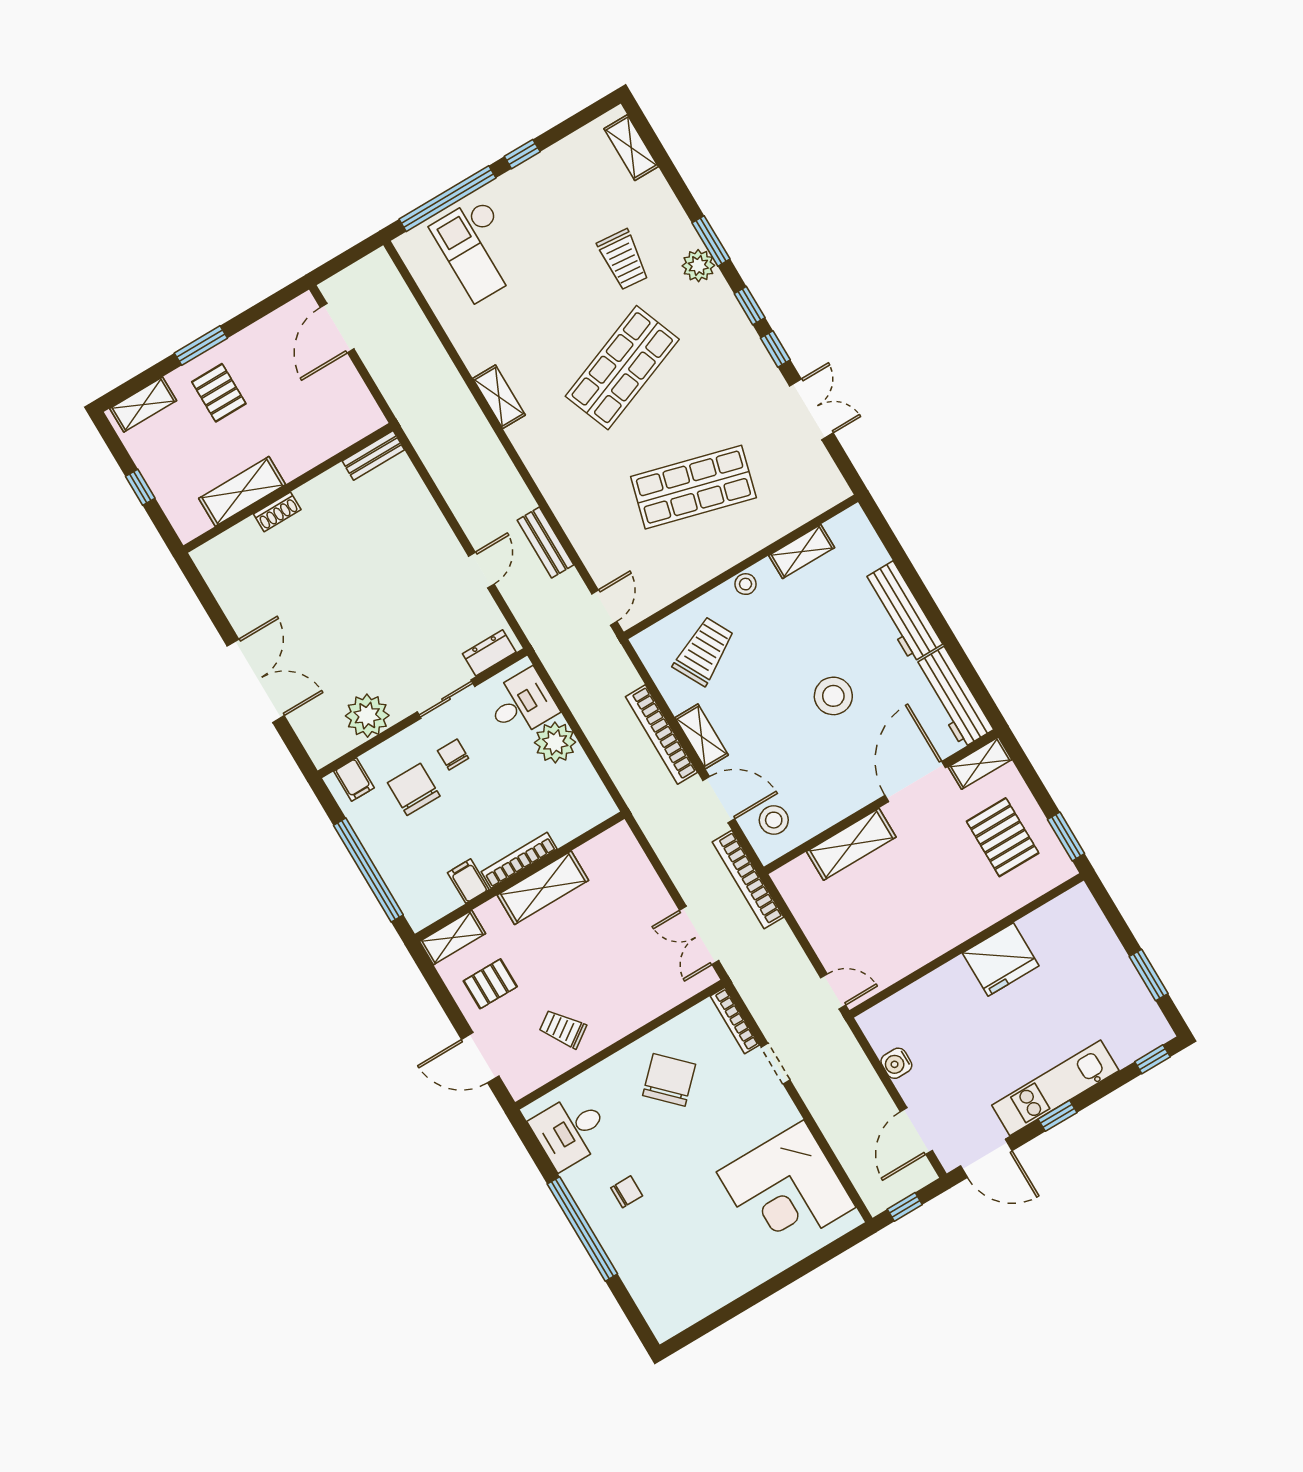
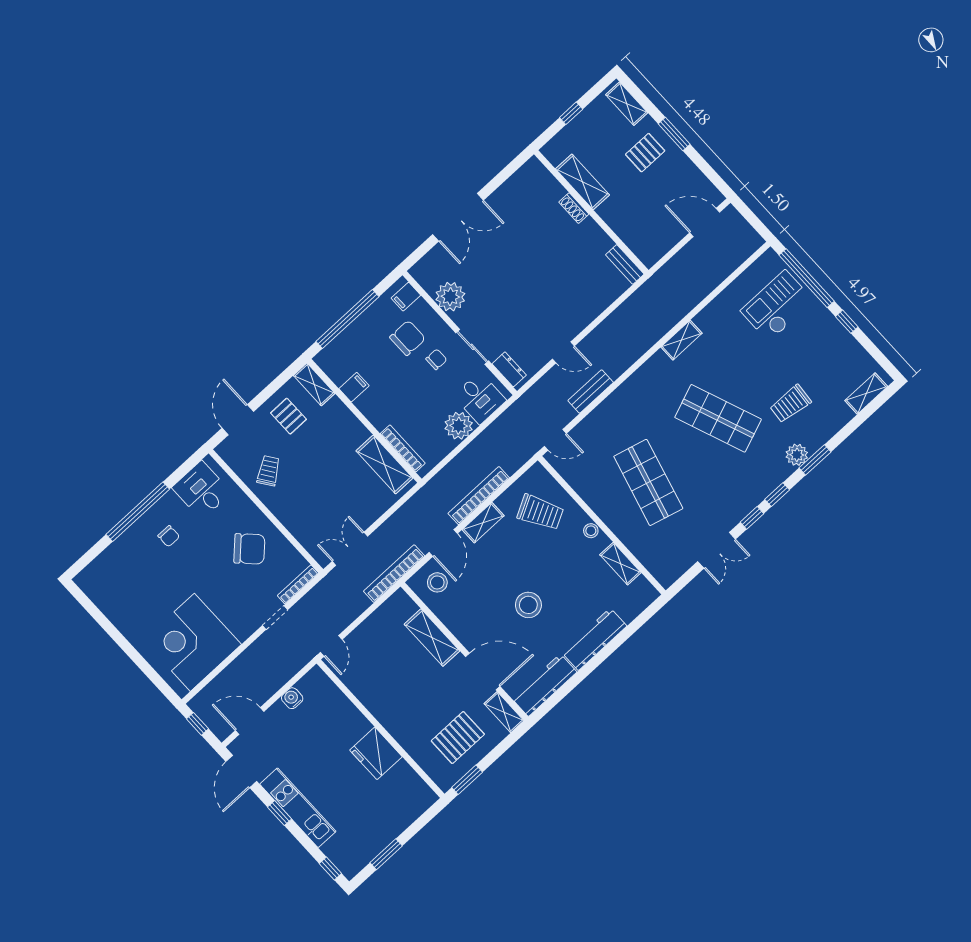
bookcase: (519, 860) -> (403, 448), moved
shelving: (543, 888) -> (384, 464), moved

